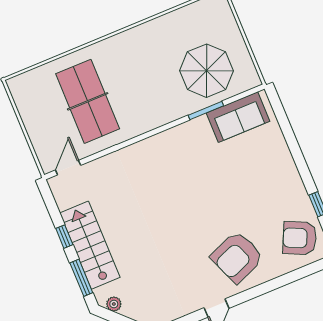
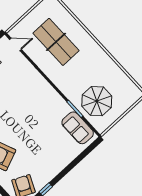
table tennis table: (88, 101) -> (56, 42), turned 90

